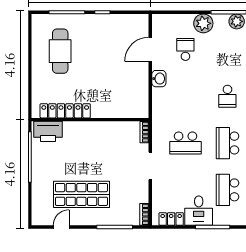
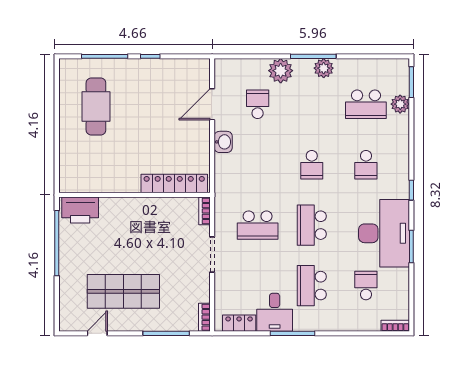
locker: (65, 111) -> (174, 184), moved

